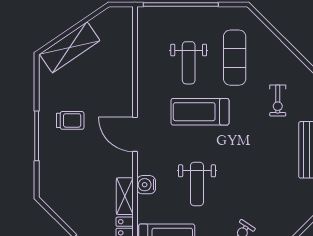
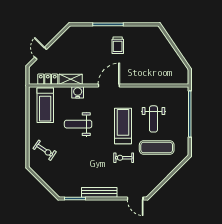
shelving: (70, 47) -> (163, 45), removed
weight bench: (189, 63) -> (153, 119), turned -90
exercise bike: (278, 101) -> (124, 158), moved

